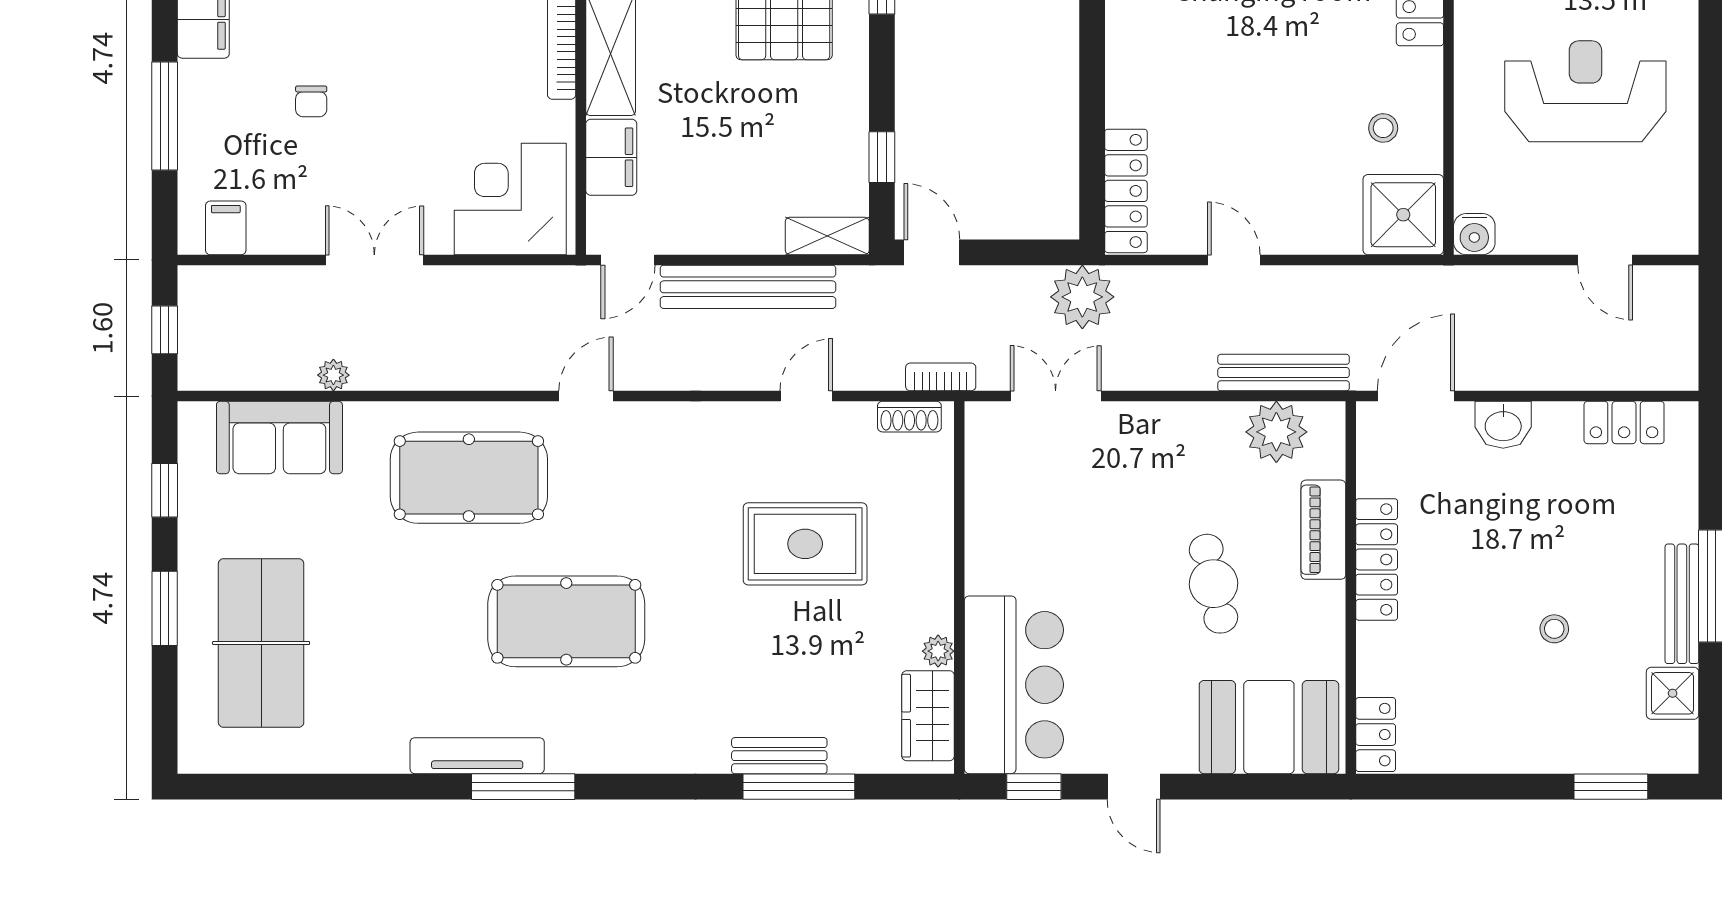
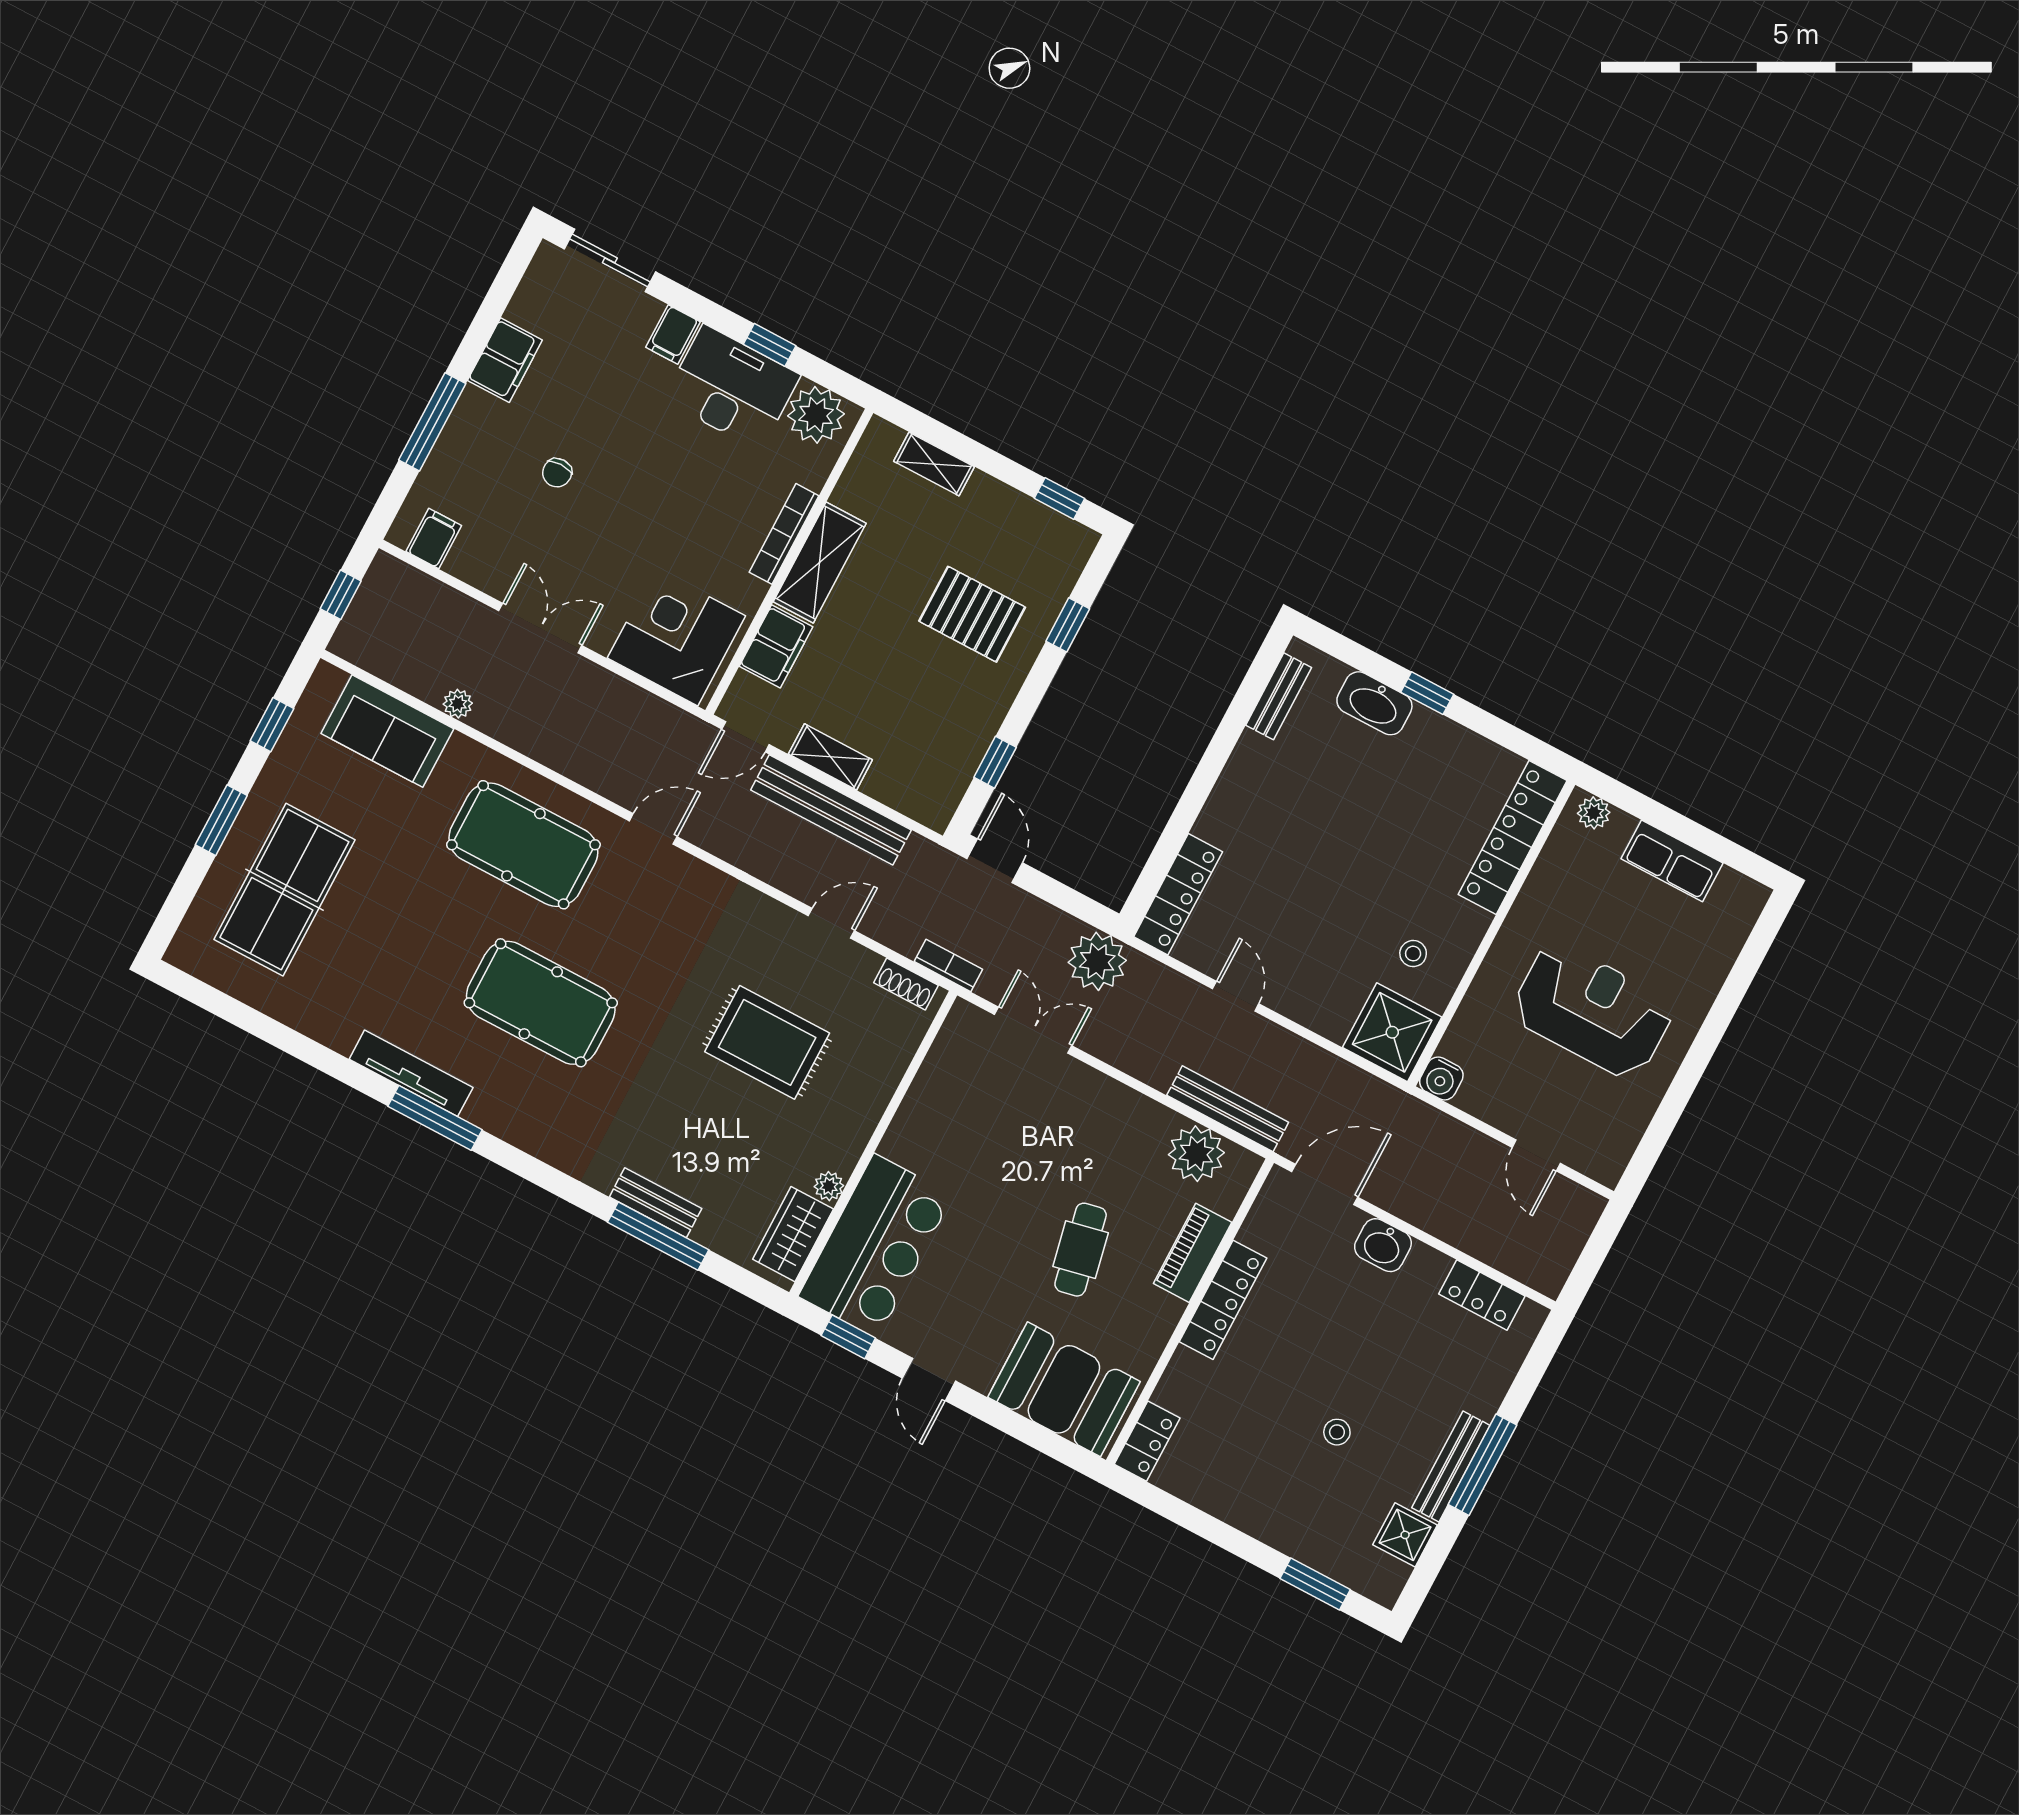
shelving: (827, 236) -> (830, 757), moved

